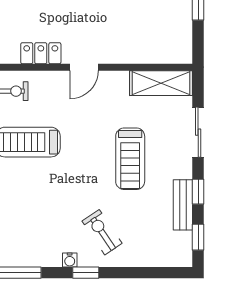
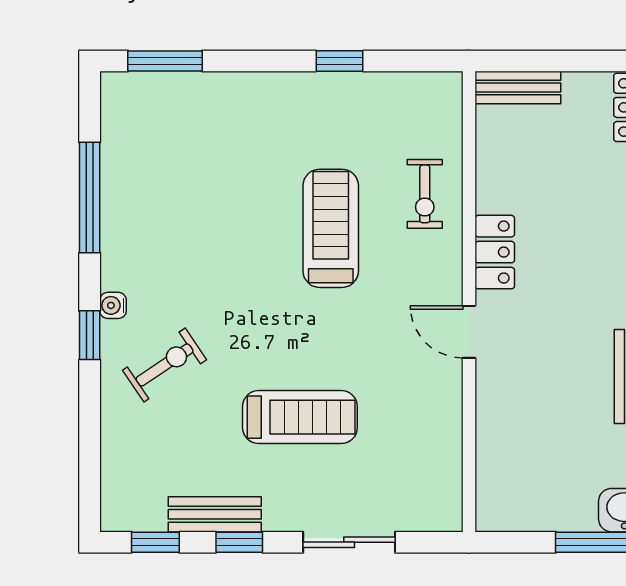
shelving: (161, 83) -> (440, 474), removed
treadmill: (130, 159) -> (300, 417), turned 180

